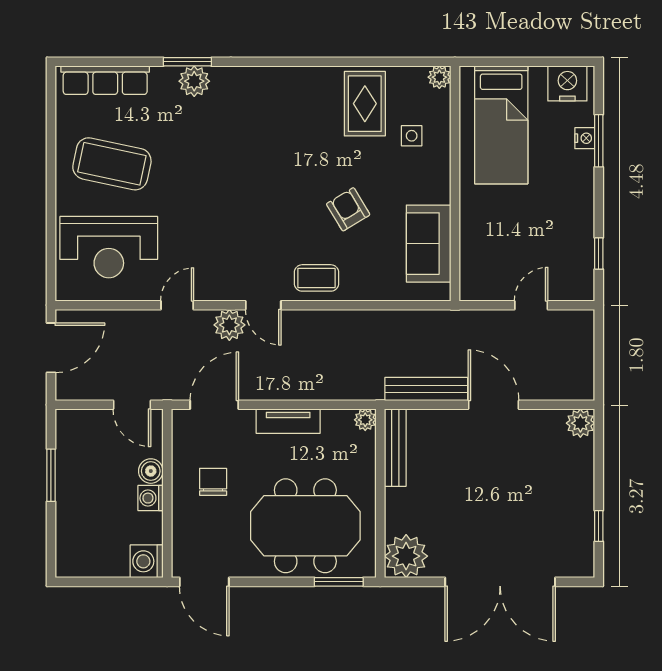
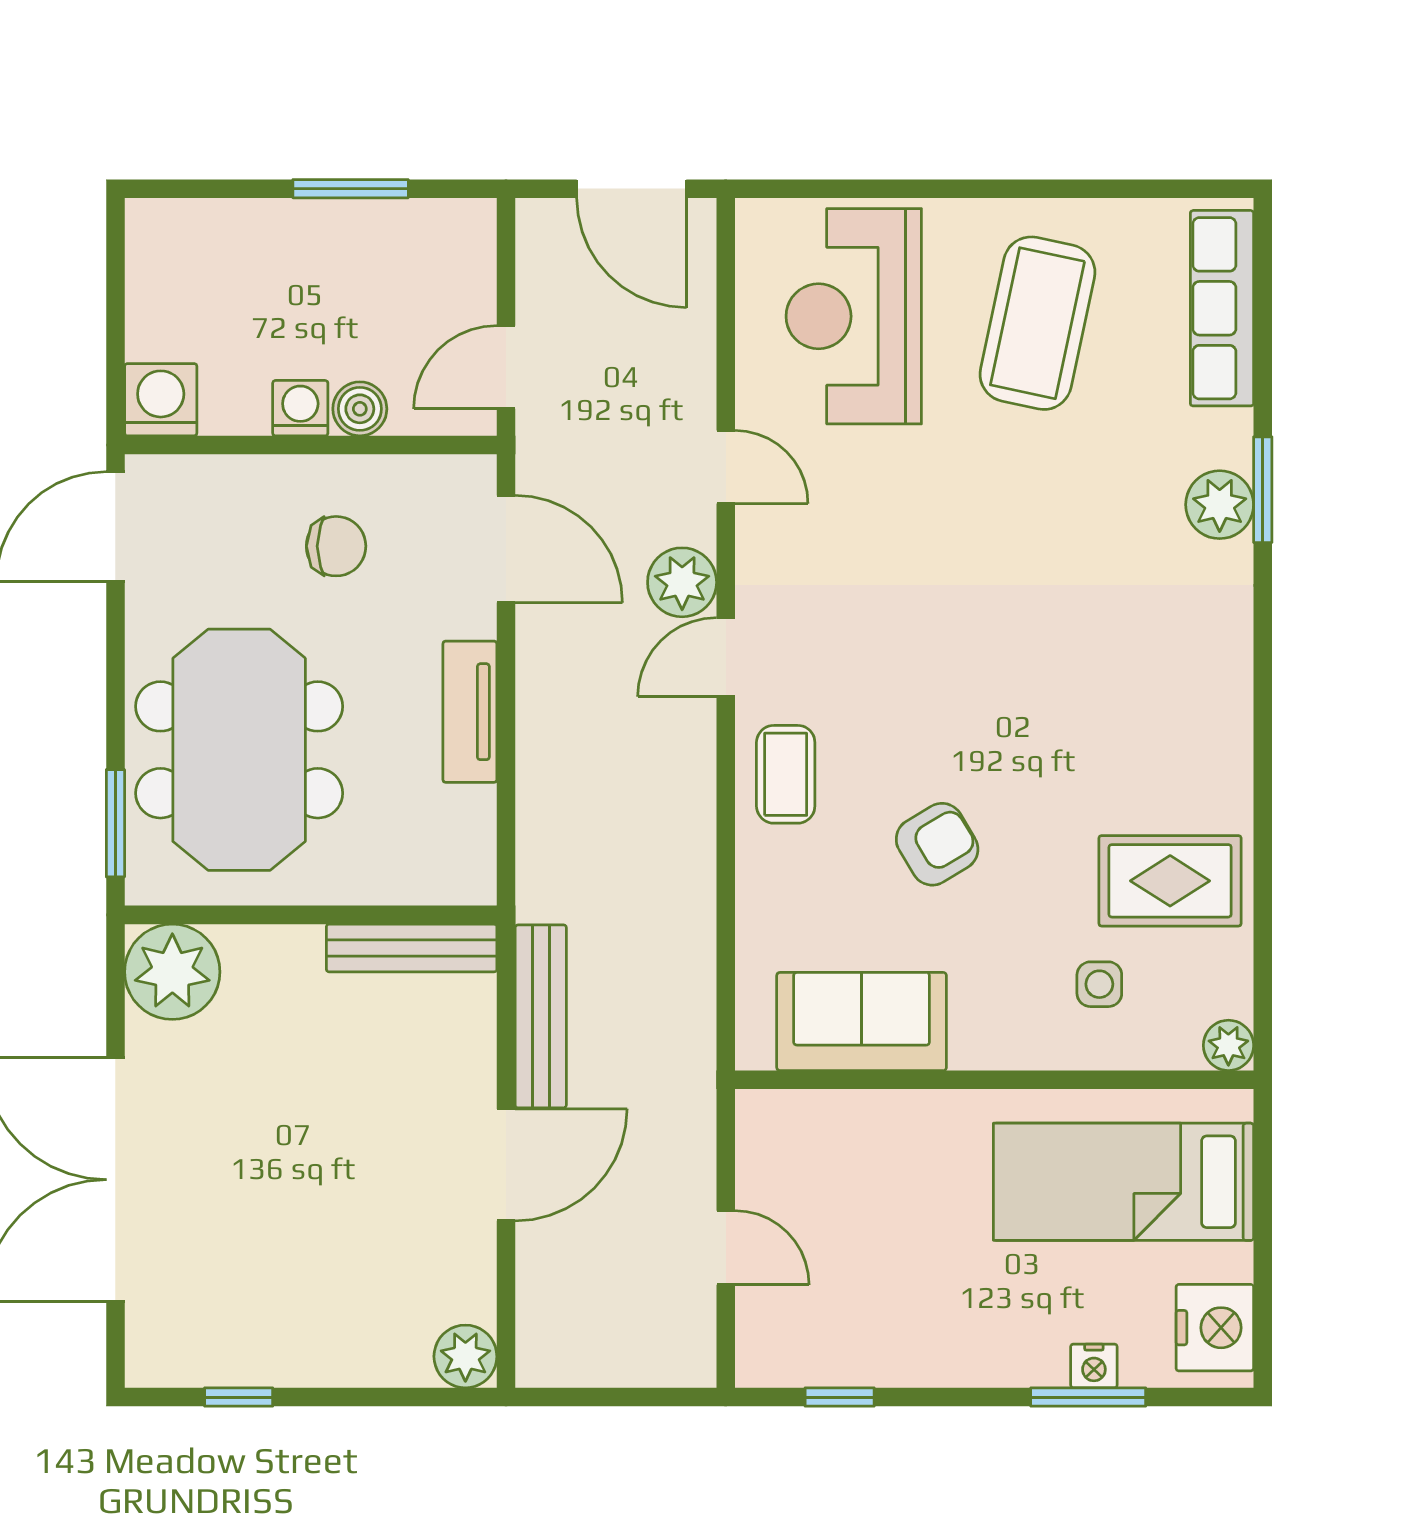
plant: (365, 420) -> (473, 882), removed

